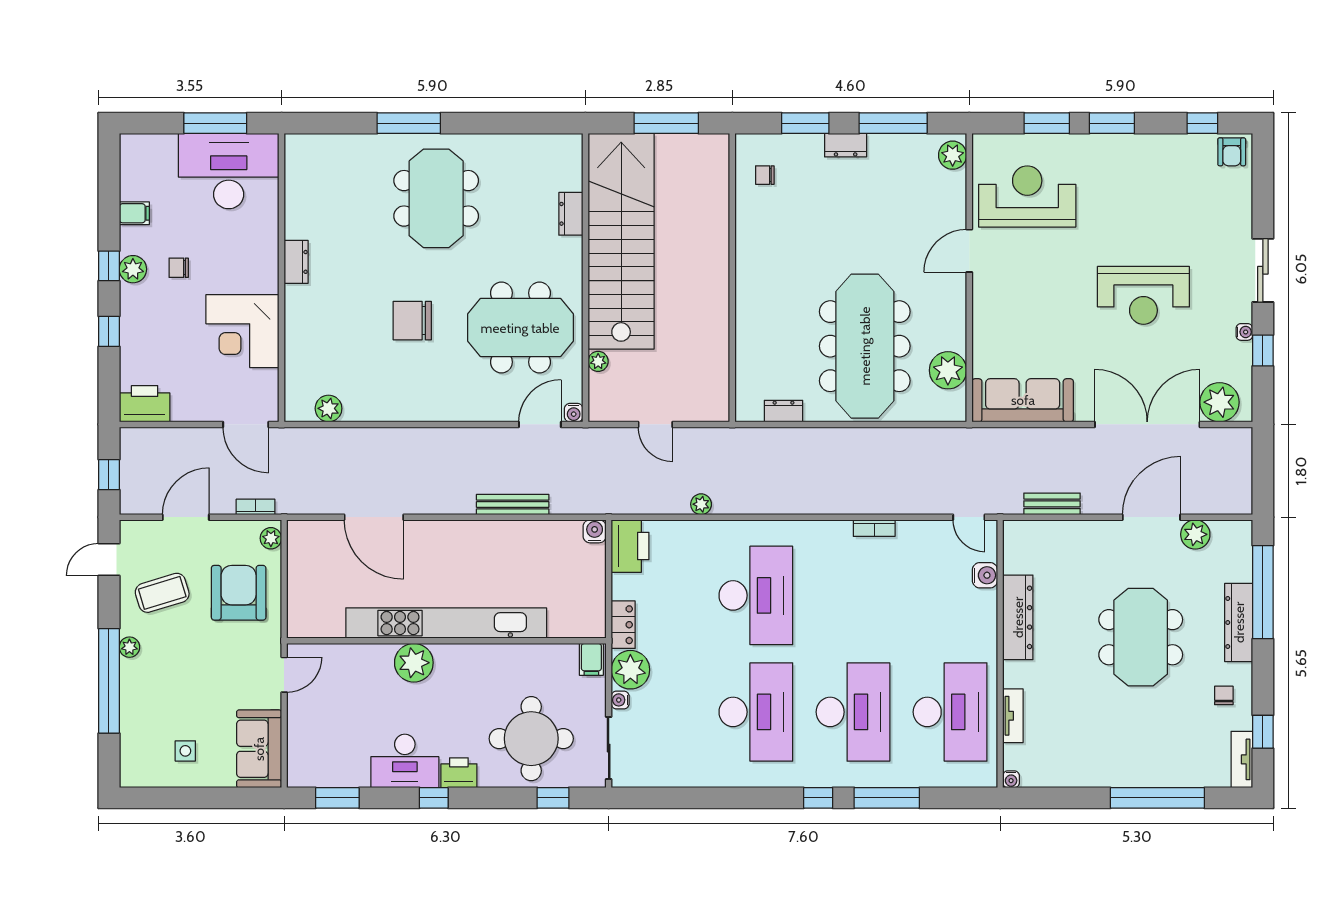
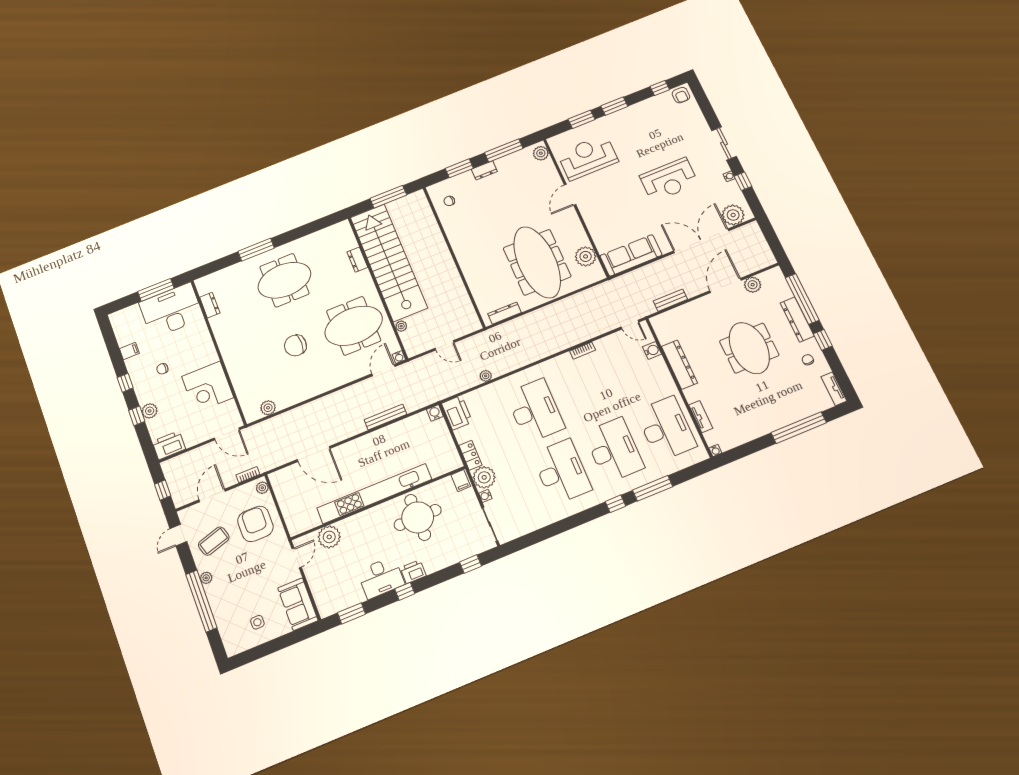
meeting table: (436, 198) -> (284, 280), turned 90
dresser: (296, 262) -> (210, 305), moved
plant: (133, 269) -> (150, 411), moved
dresser: (783, 411) -> (504, 313), width x1.44
plant: (414, 663) -> (329, 537), moved
window: (1263, 732) -> (823, 340), moved
round table: (531, 739) -> (418, 517), moved

